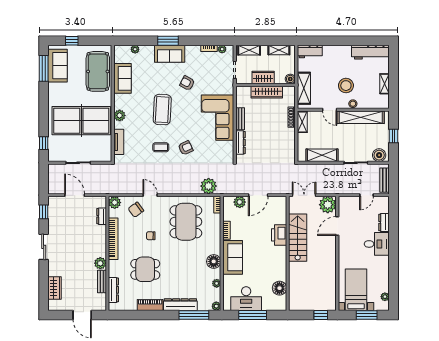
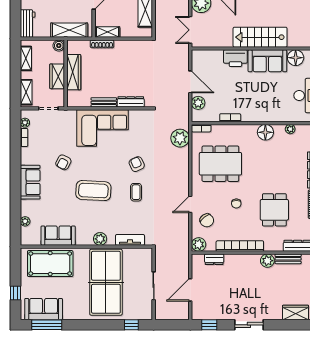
window: (168, 41) -> (15, 184), removed
stairs: (298, 238) -> (260, 37), moved
sofa: (233, 257) -> (267, 61), moved, turned 180

